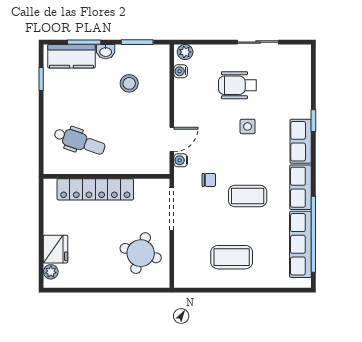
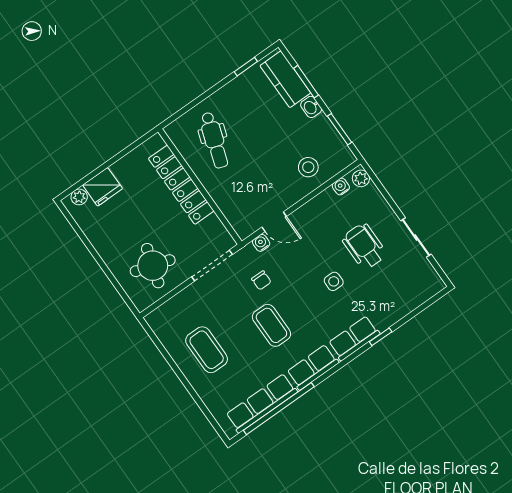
stool: (129, 83) -> (308, 167), moved

